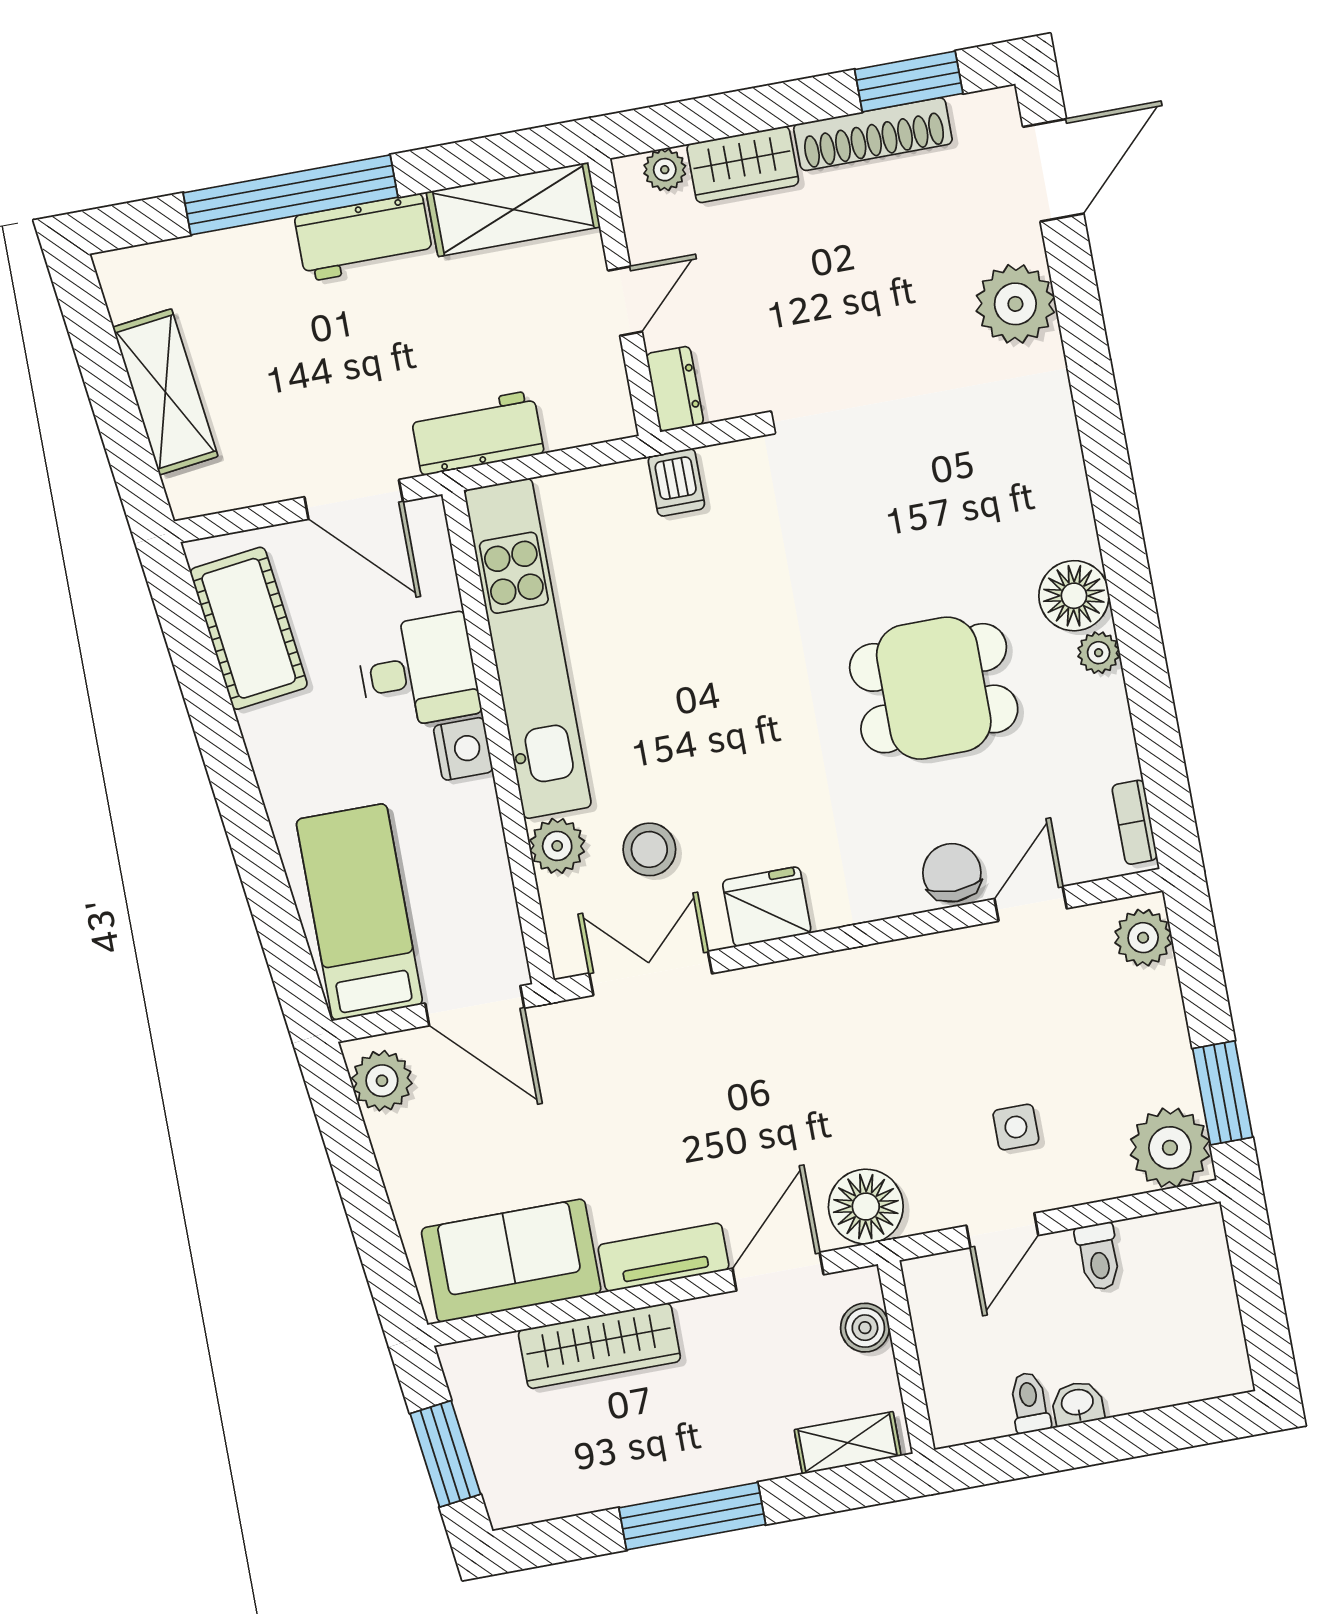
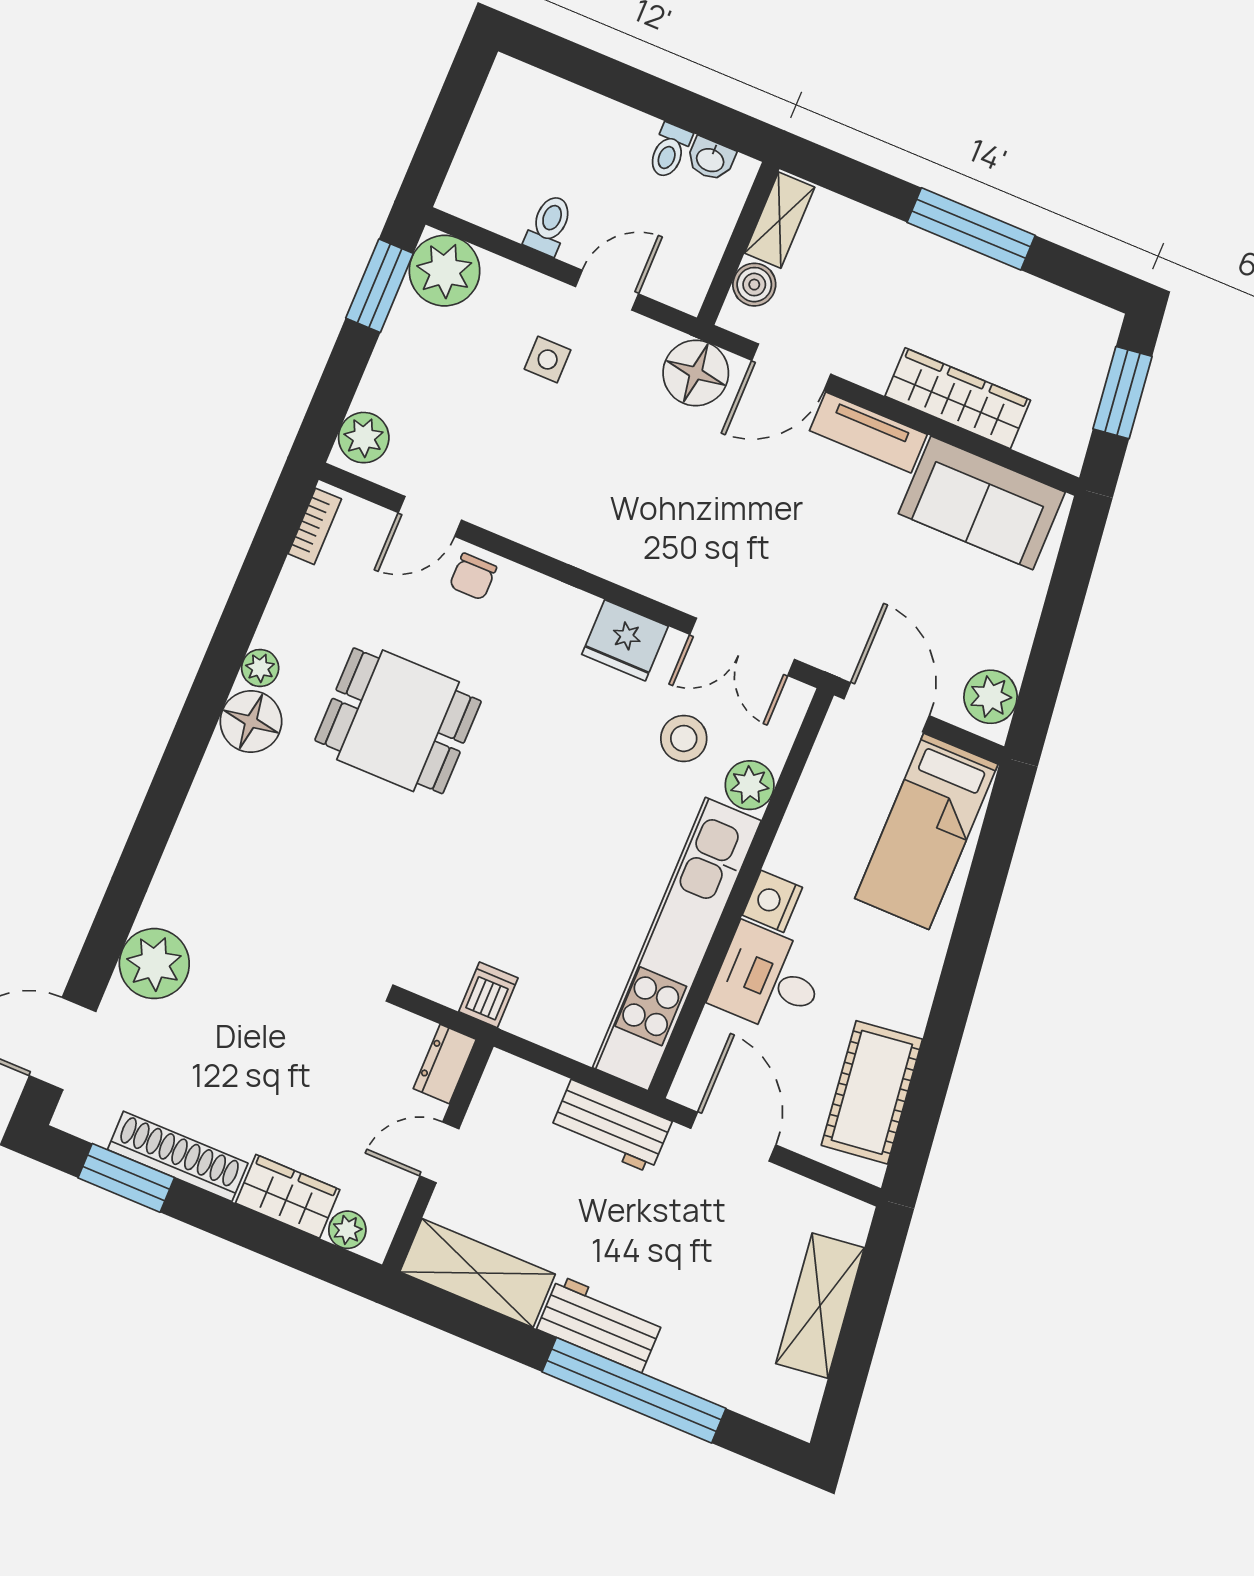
chair: (952, 873) -> (473, 577), width x0.73, depth x0.73
washbasin: (1077, 1403) -> (711, 159), moved
shelving: (848, 1443) -> (780, 220), moved, turned 90

